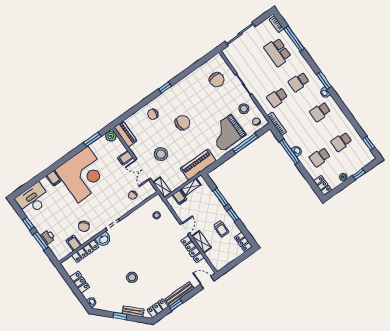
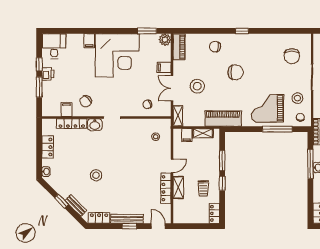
desk: (33, 199) -> (54, 46), width x0.73
printer: (48, 237) -> (48, 74), moved
window: (176, 305) -> (129, 226), moved

